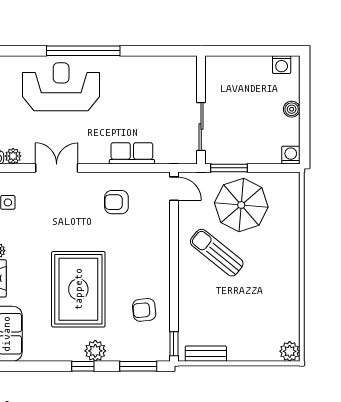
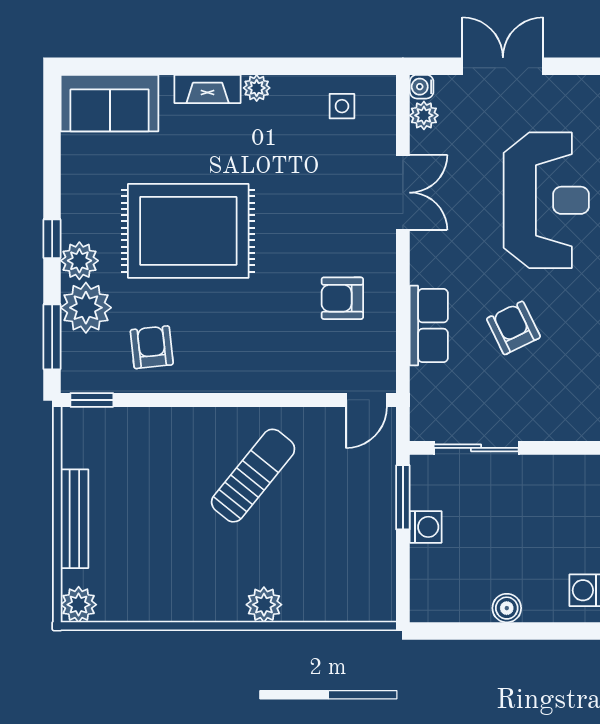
armchair: (133, 105) -> (513, 328), added
washing machine: (291, 155) -> (426, 527), moved
armchair: (116, 202) -> (342, 298), turned -90
parasol: (241, 205) -> (337, 519), removed
plant: (290, 246) -> (264, 605), added
plant: (122, 347) -> (86, 308), added
bench: (206, 354) -> (74, 519), moved, width x1.36

